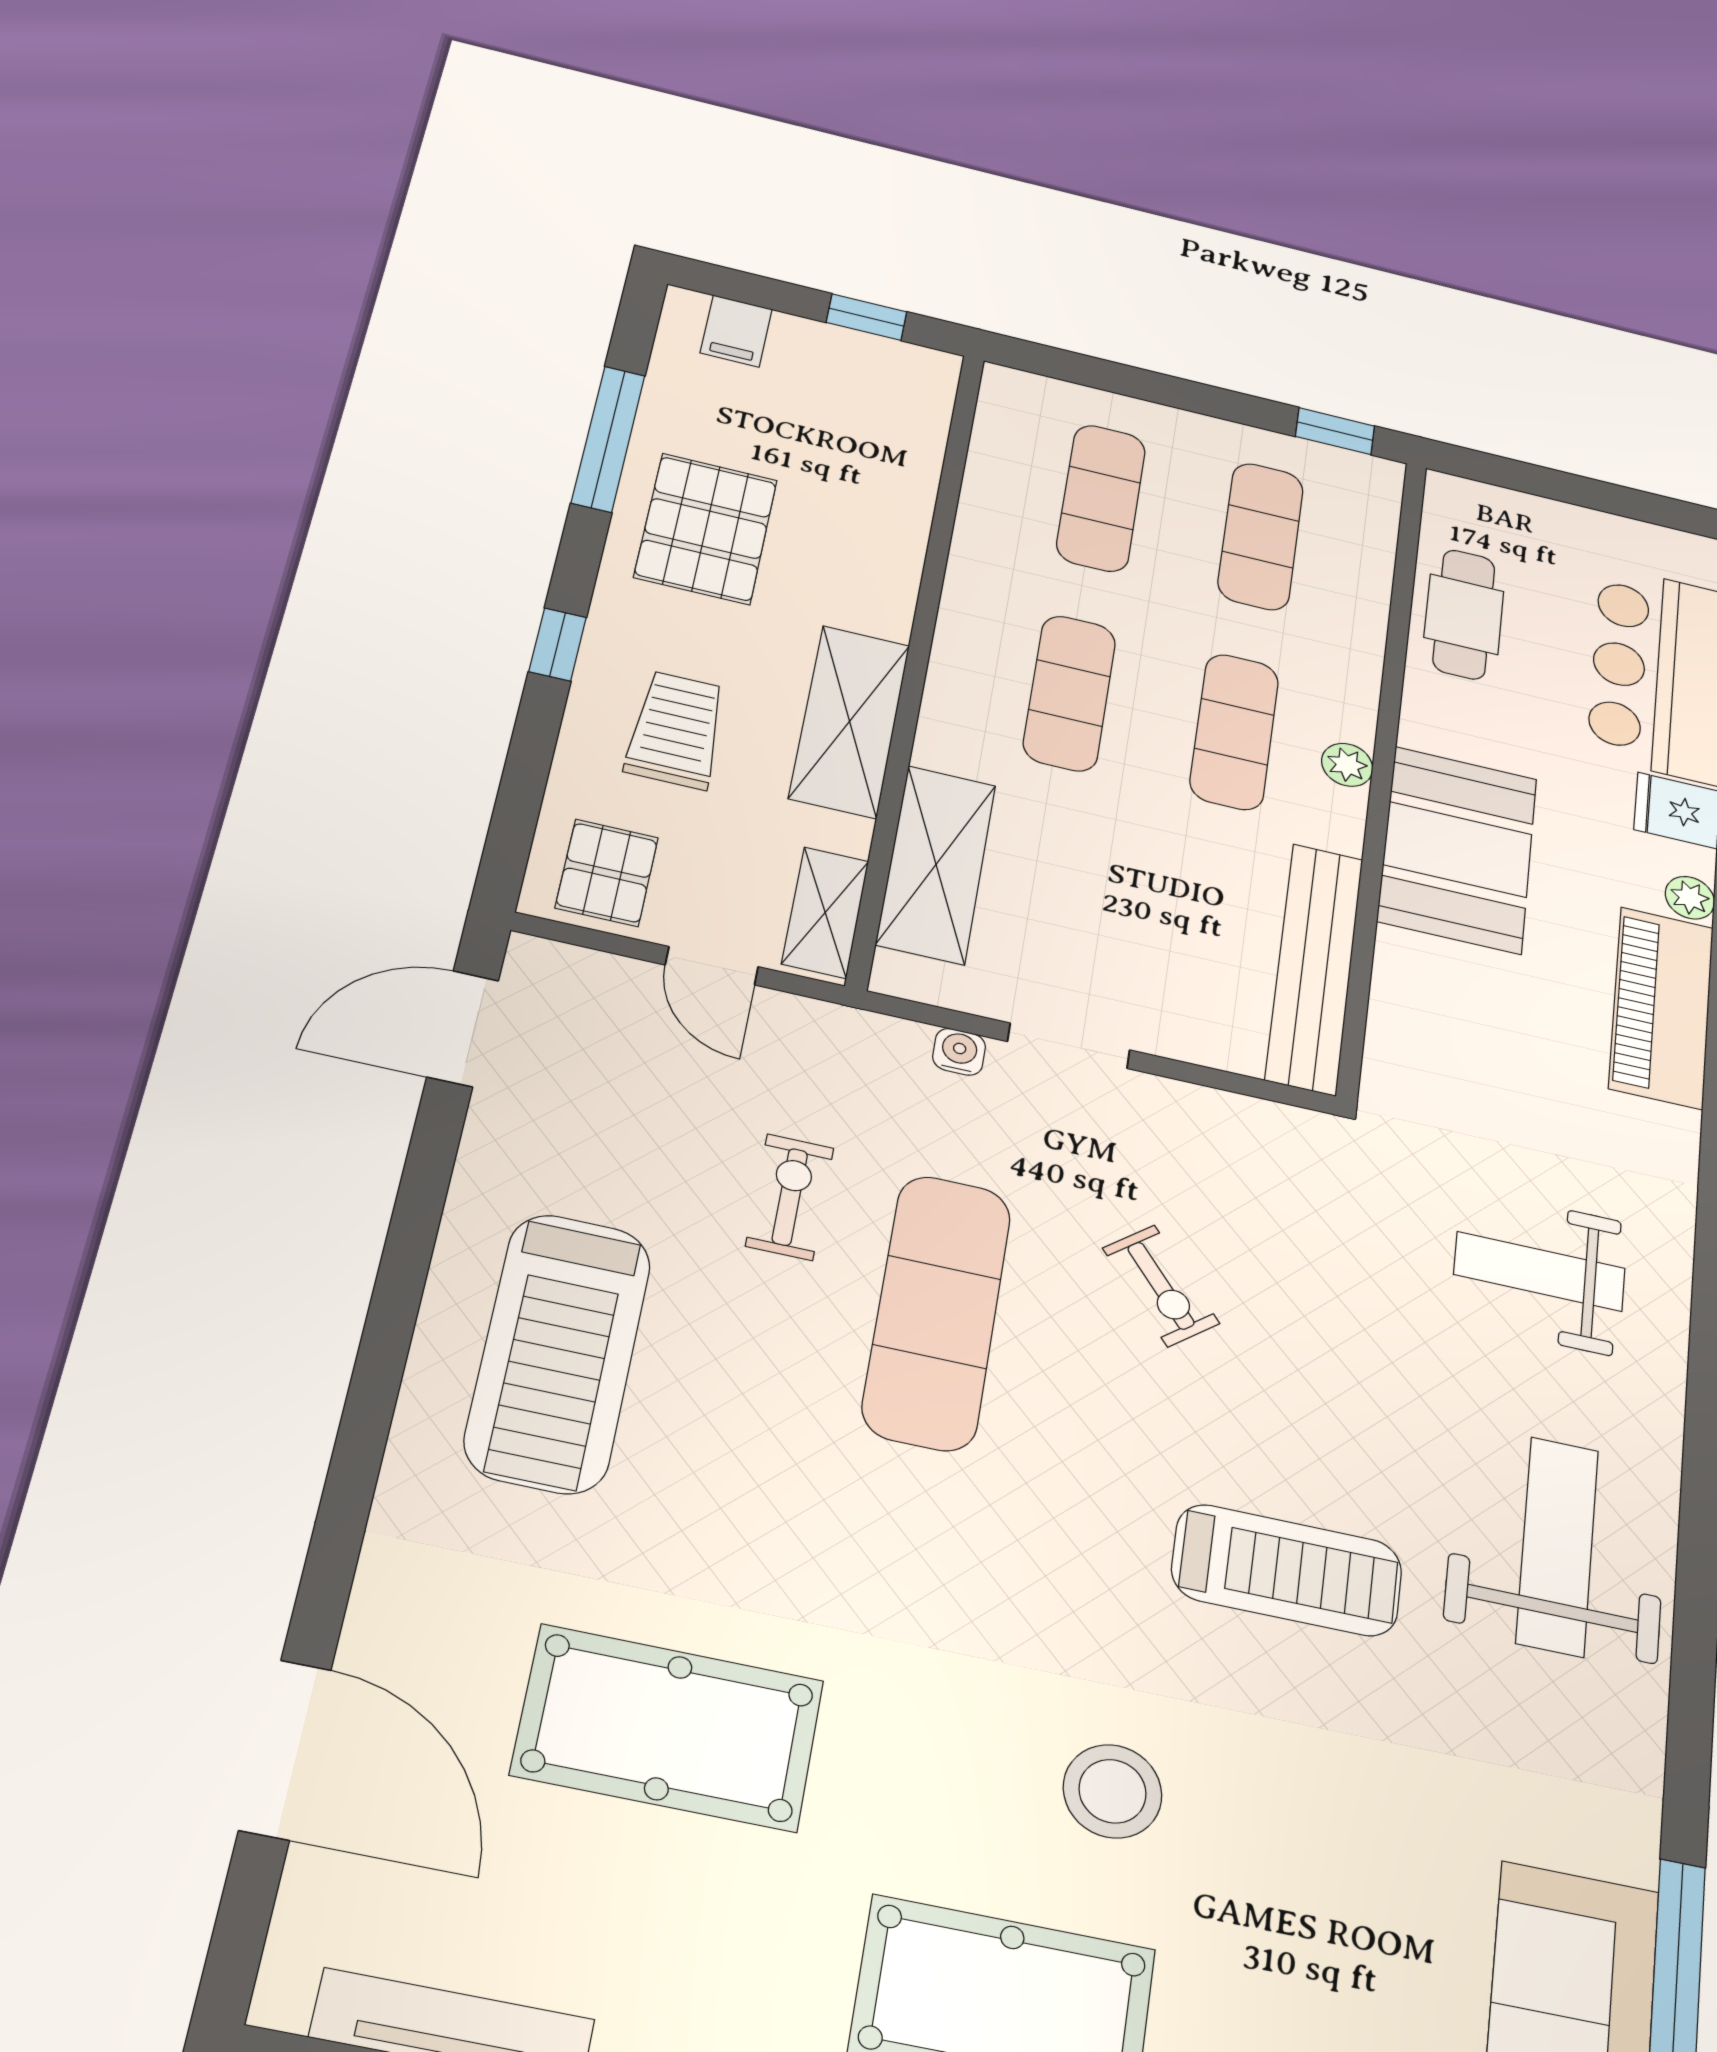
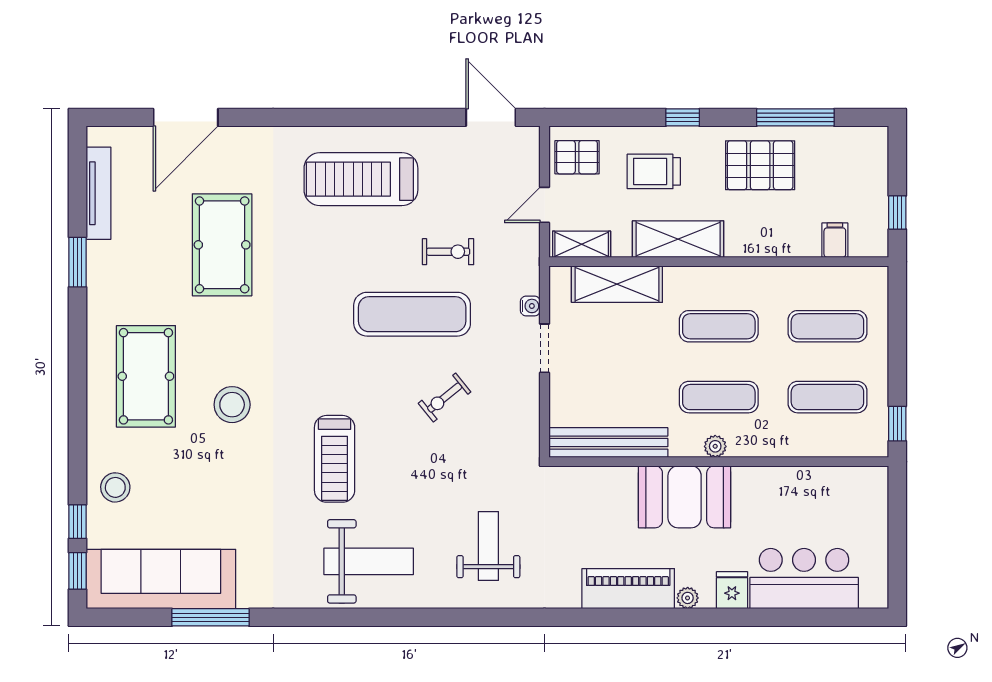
filing cabinet: (736, 331) -> (835, 240), moved, turned 90
cafe table: (1464, 614) -> (811, 490), removed
trolley: (676, 730) -> (654, 171), turned 180

